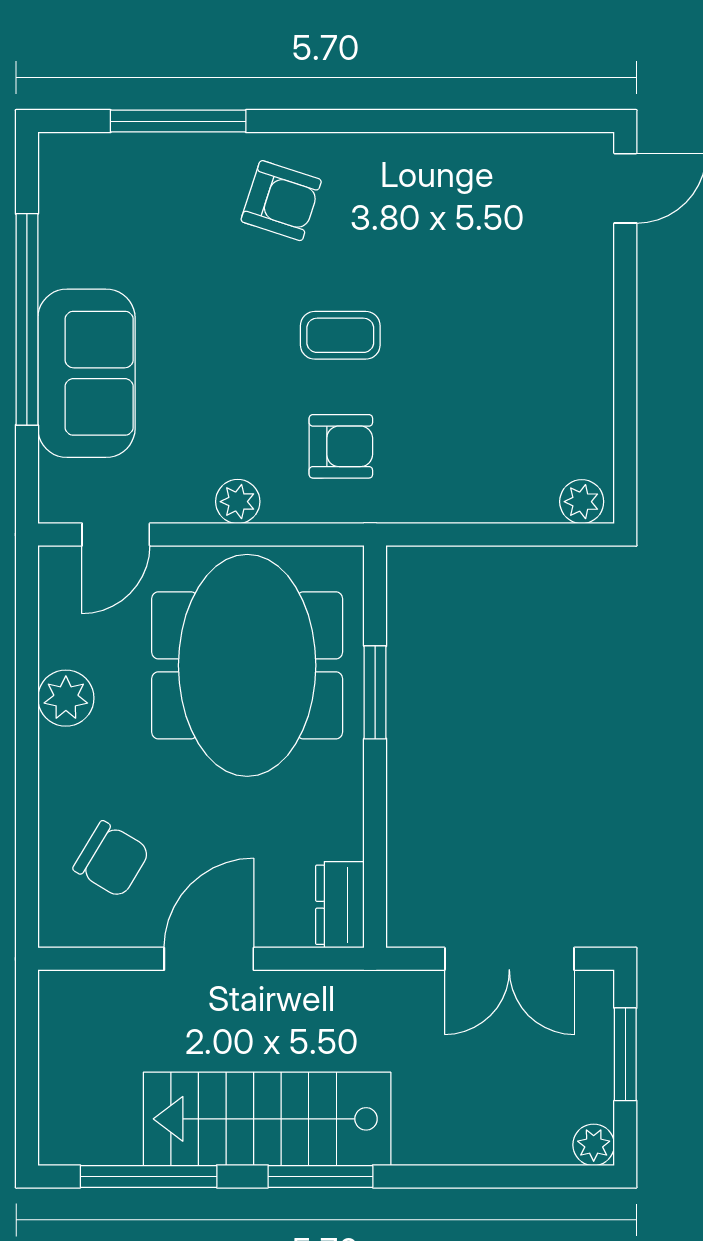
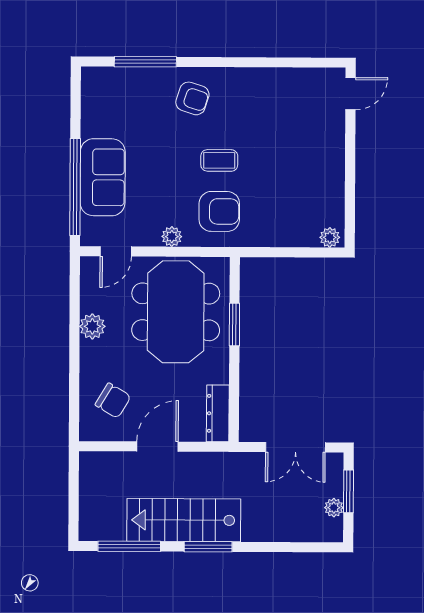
window: (27, 319) -> (75, 187), moved
armchair: (341, 446) -> (219, 211), width x1.38, depth x1.38
dresser: (340, 905) -> (218, 413), width x1.44
plant: (594, 1145) -> (334, 508), moved

